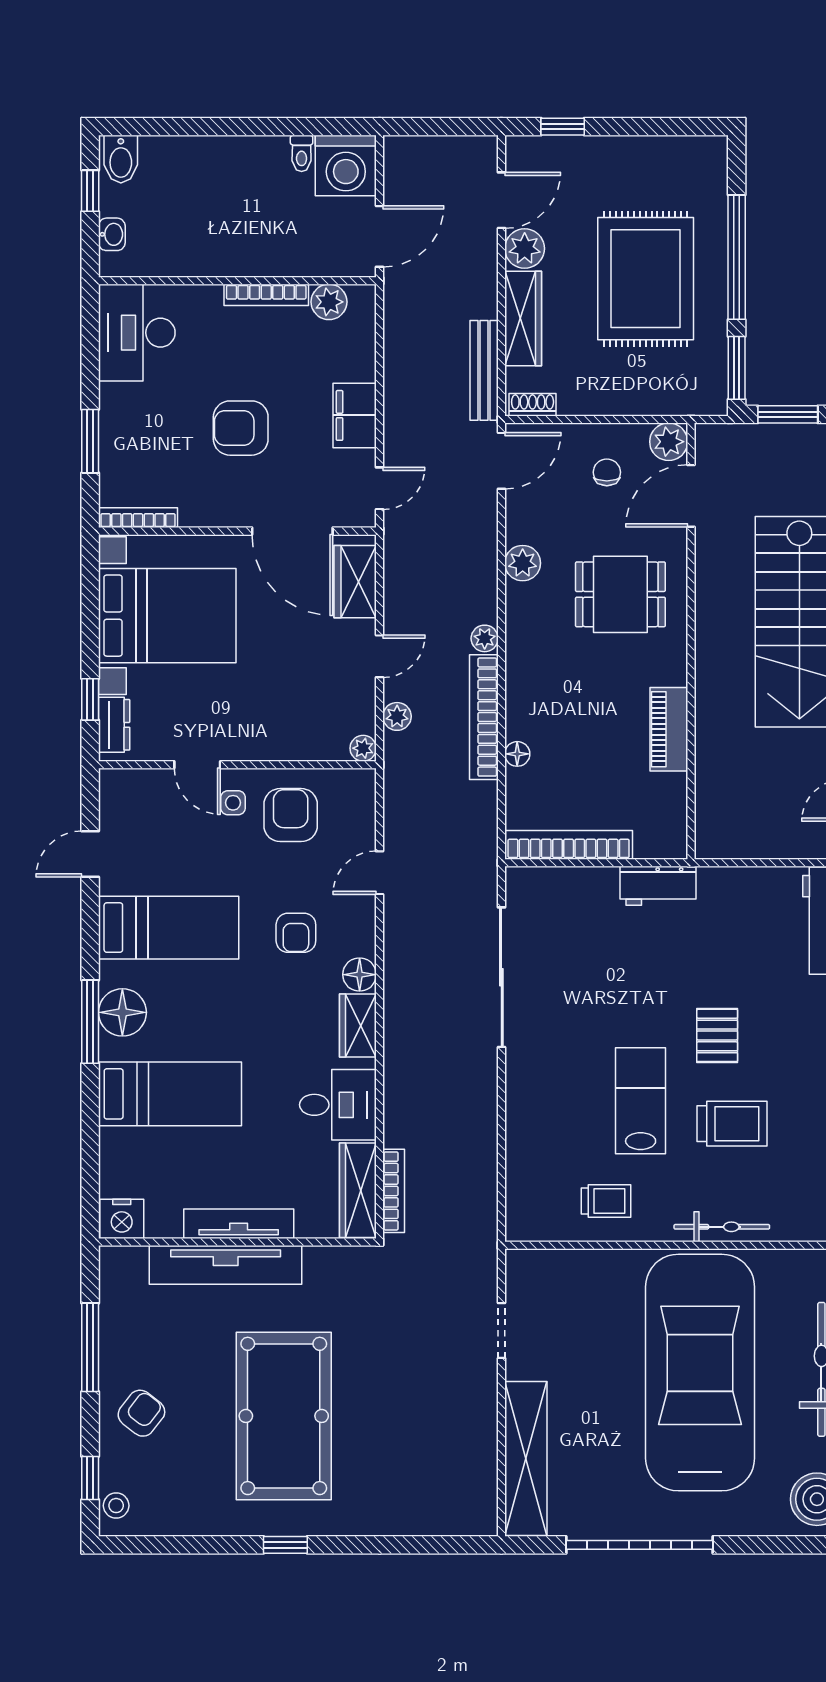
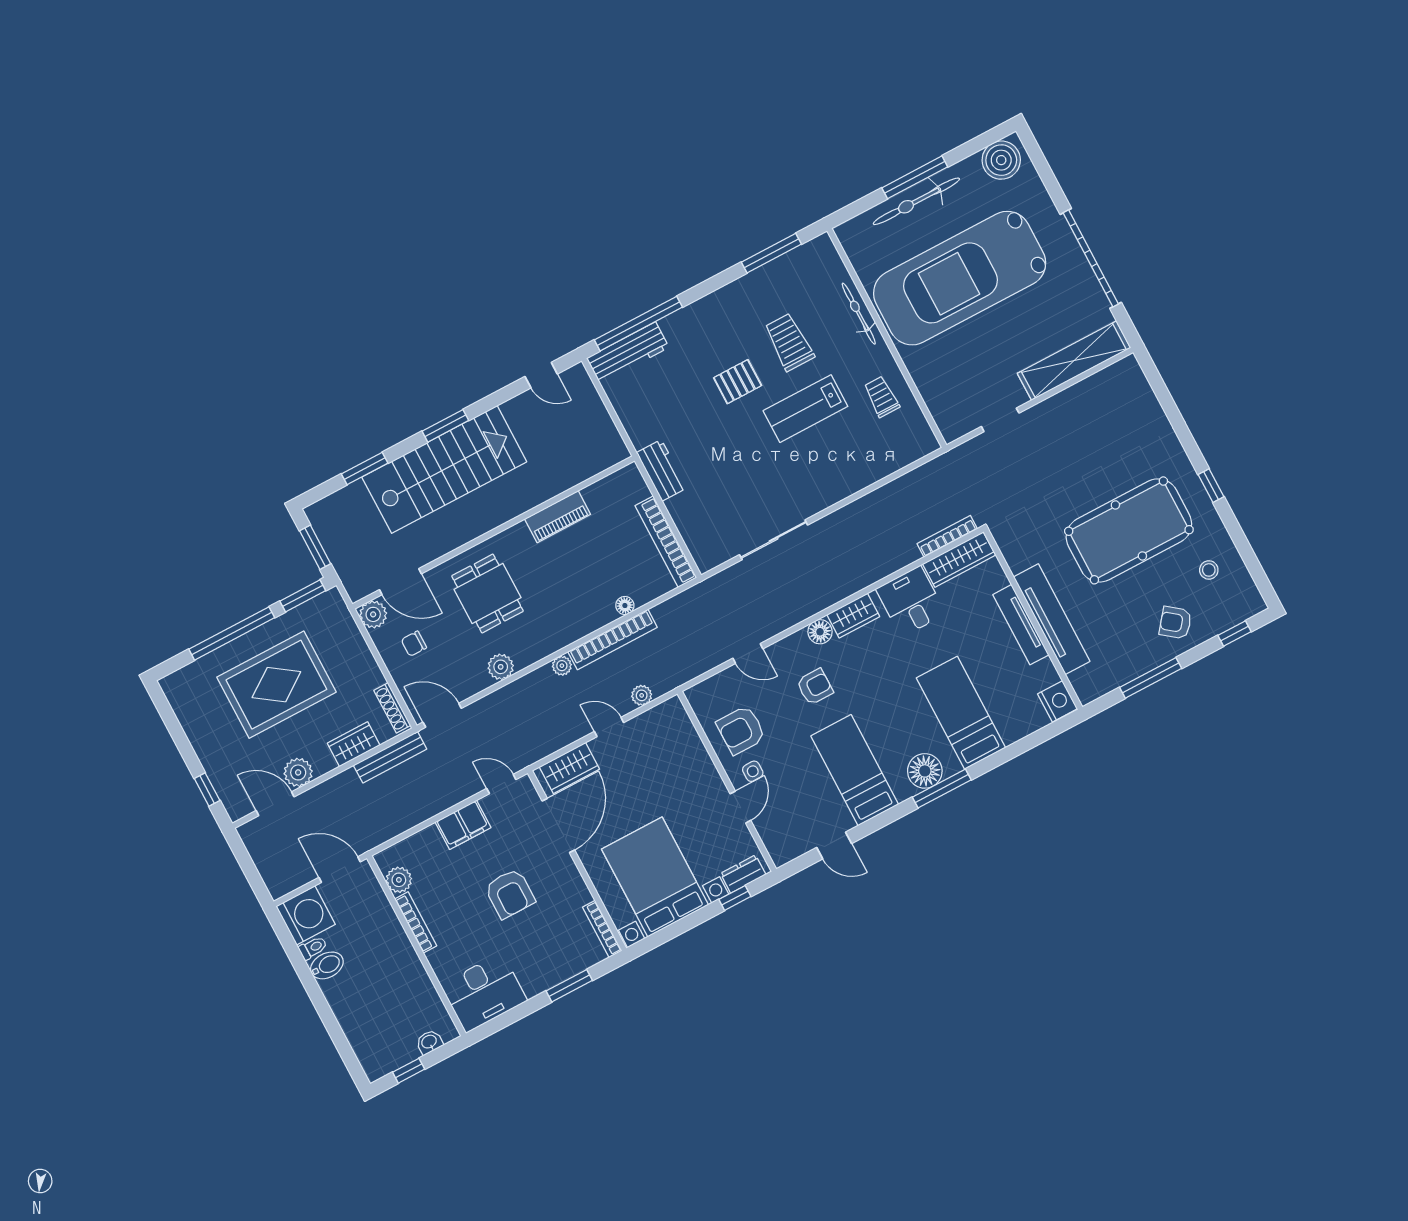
bidet: (121, 159) -> (327, 965), moved
wardrobe: (523, 318) -> (354, 744), width x0.67
shoe rack: (533, 405) -> (392, 708), width x1.43
plant: (363, 748) -> (674, 706), removed
sliding door: (501, 977) -> (774, 540), width x0.73
stool: (116, 1506) -> (1209, 570), moved

